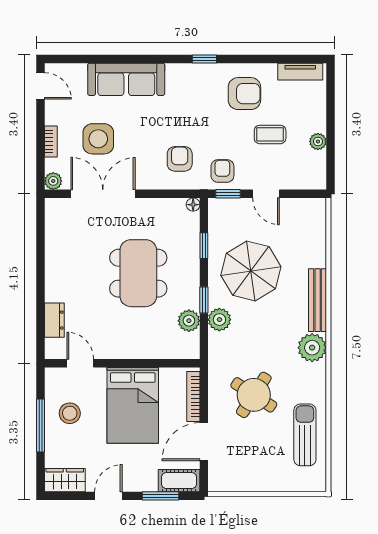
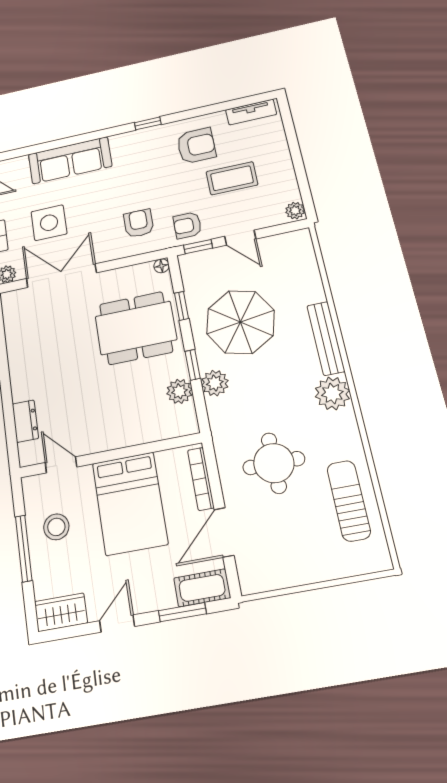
coffee table: (270, 134) -> (232, 178), width x1.36, depth x1.30
plant: (318, 141) -> (295, 211), moved
armchair: (222, 171) -> (187, 225), turned -90
dining table: (138, 273) -> (136, 328), moved, turned 90
round table: (254, 395) -> (274, 463), turned -33

